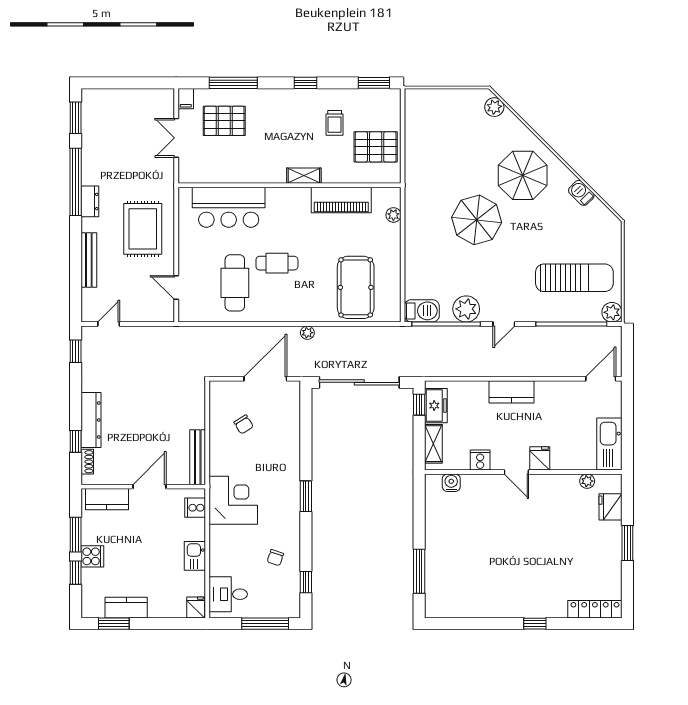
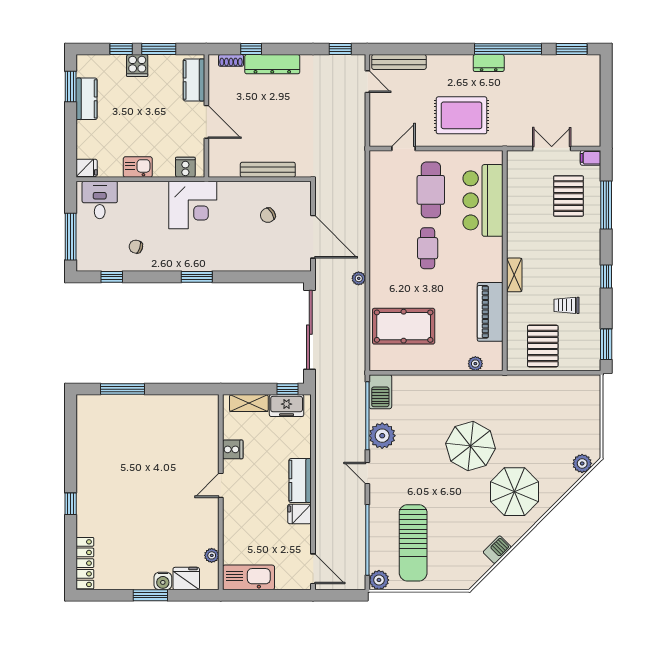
bench: (89, 260) -> (399, 62), moved
cafe table: (235, 283) -> (431, 190), moved, turned 90
bench: (198, 457) -> (268, 170), moved
fridge: (540, 458) -> (300, 514), moved, turned 180
water cooler: (451, 483) -> (163, 581), moved, turned 90

